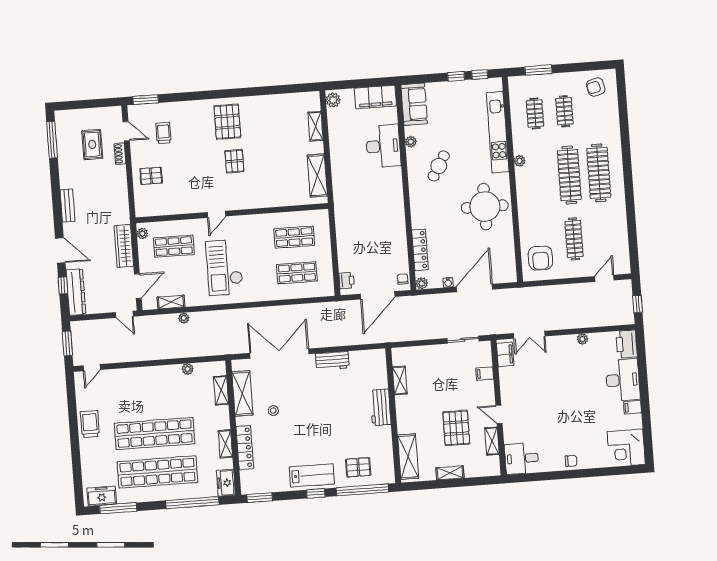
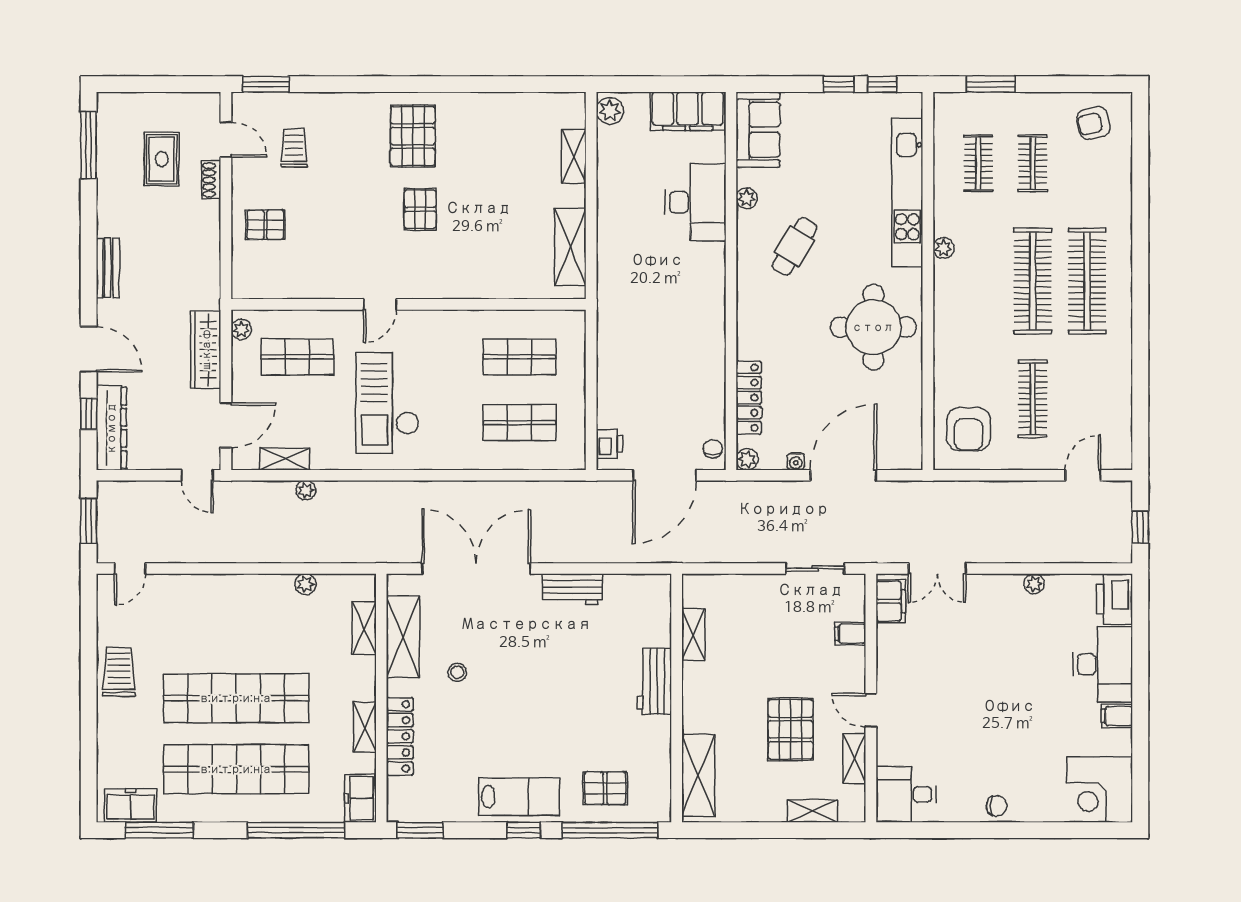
shelving: (450, 473) -> (813, 811), moved

